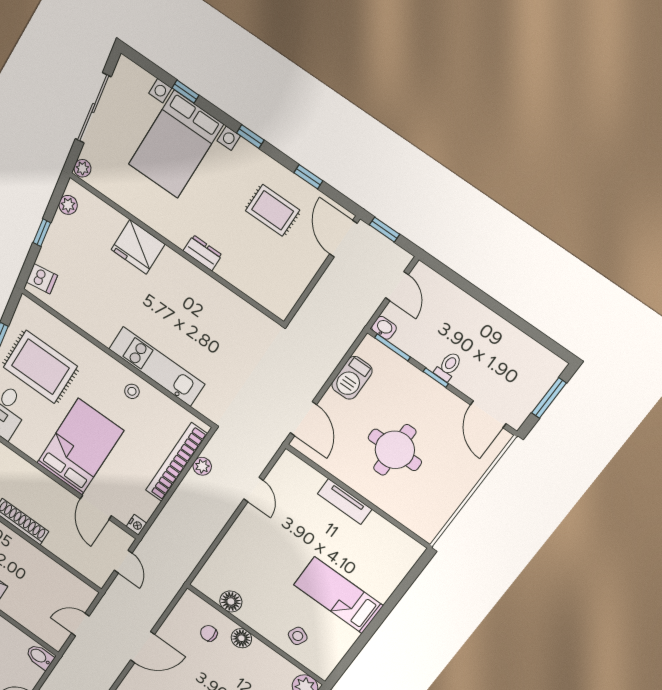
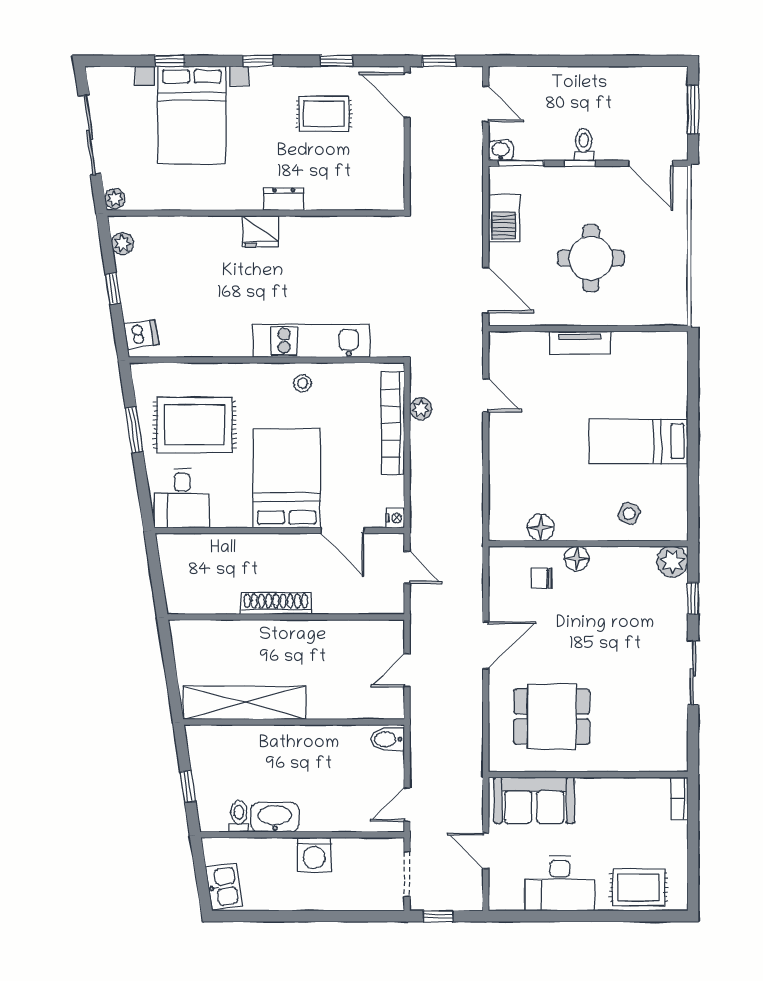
fridge: (138, 247) -> (260, 231), moved, width x0.73, depth x0.75

